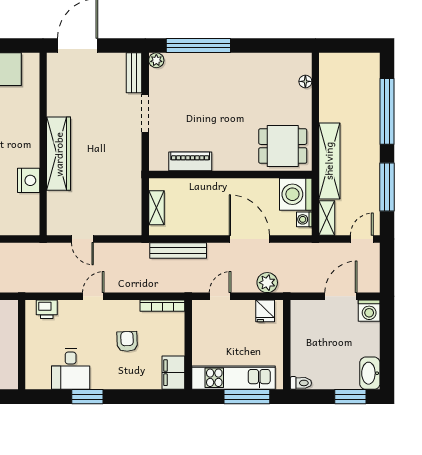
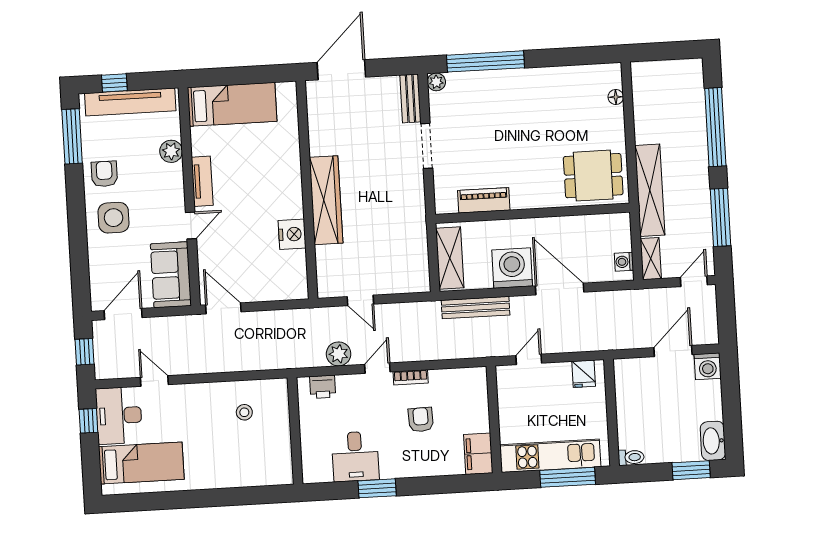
washing machine: (296, 194) -> (512, 268), moved, turned 90
shelving: (156, 208) -> (450, 258), width x1.50, depth x1.33
plant: (267, 283) -> (339, 354), moved
bookcase: (162, 306) -> (411, 377), moved, width x0.64

